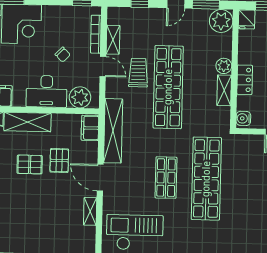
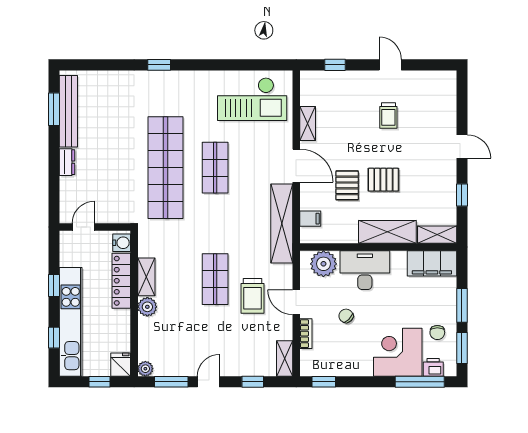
plant: (221, 21) -> (145, 369), width x0.53, depth x0.53
bookcase: (96, 34) -> (306, 334), width x0.64
shelving: (113, 40) -> (285, 358), moved
locker: (245, 80) -> (121, 281), width x1.53
shop shelf: (168, 87) -> (215, 279), width x0.50, depth x0.74
filing cabinet: (90, 128) -> (310, 219), width x0.50
trolley: (24, 216) -> (388, 116), added

